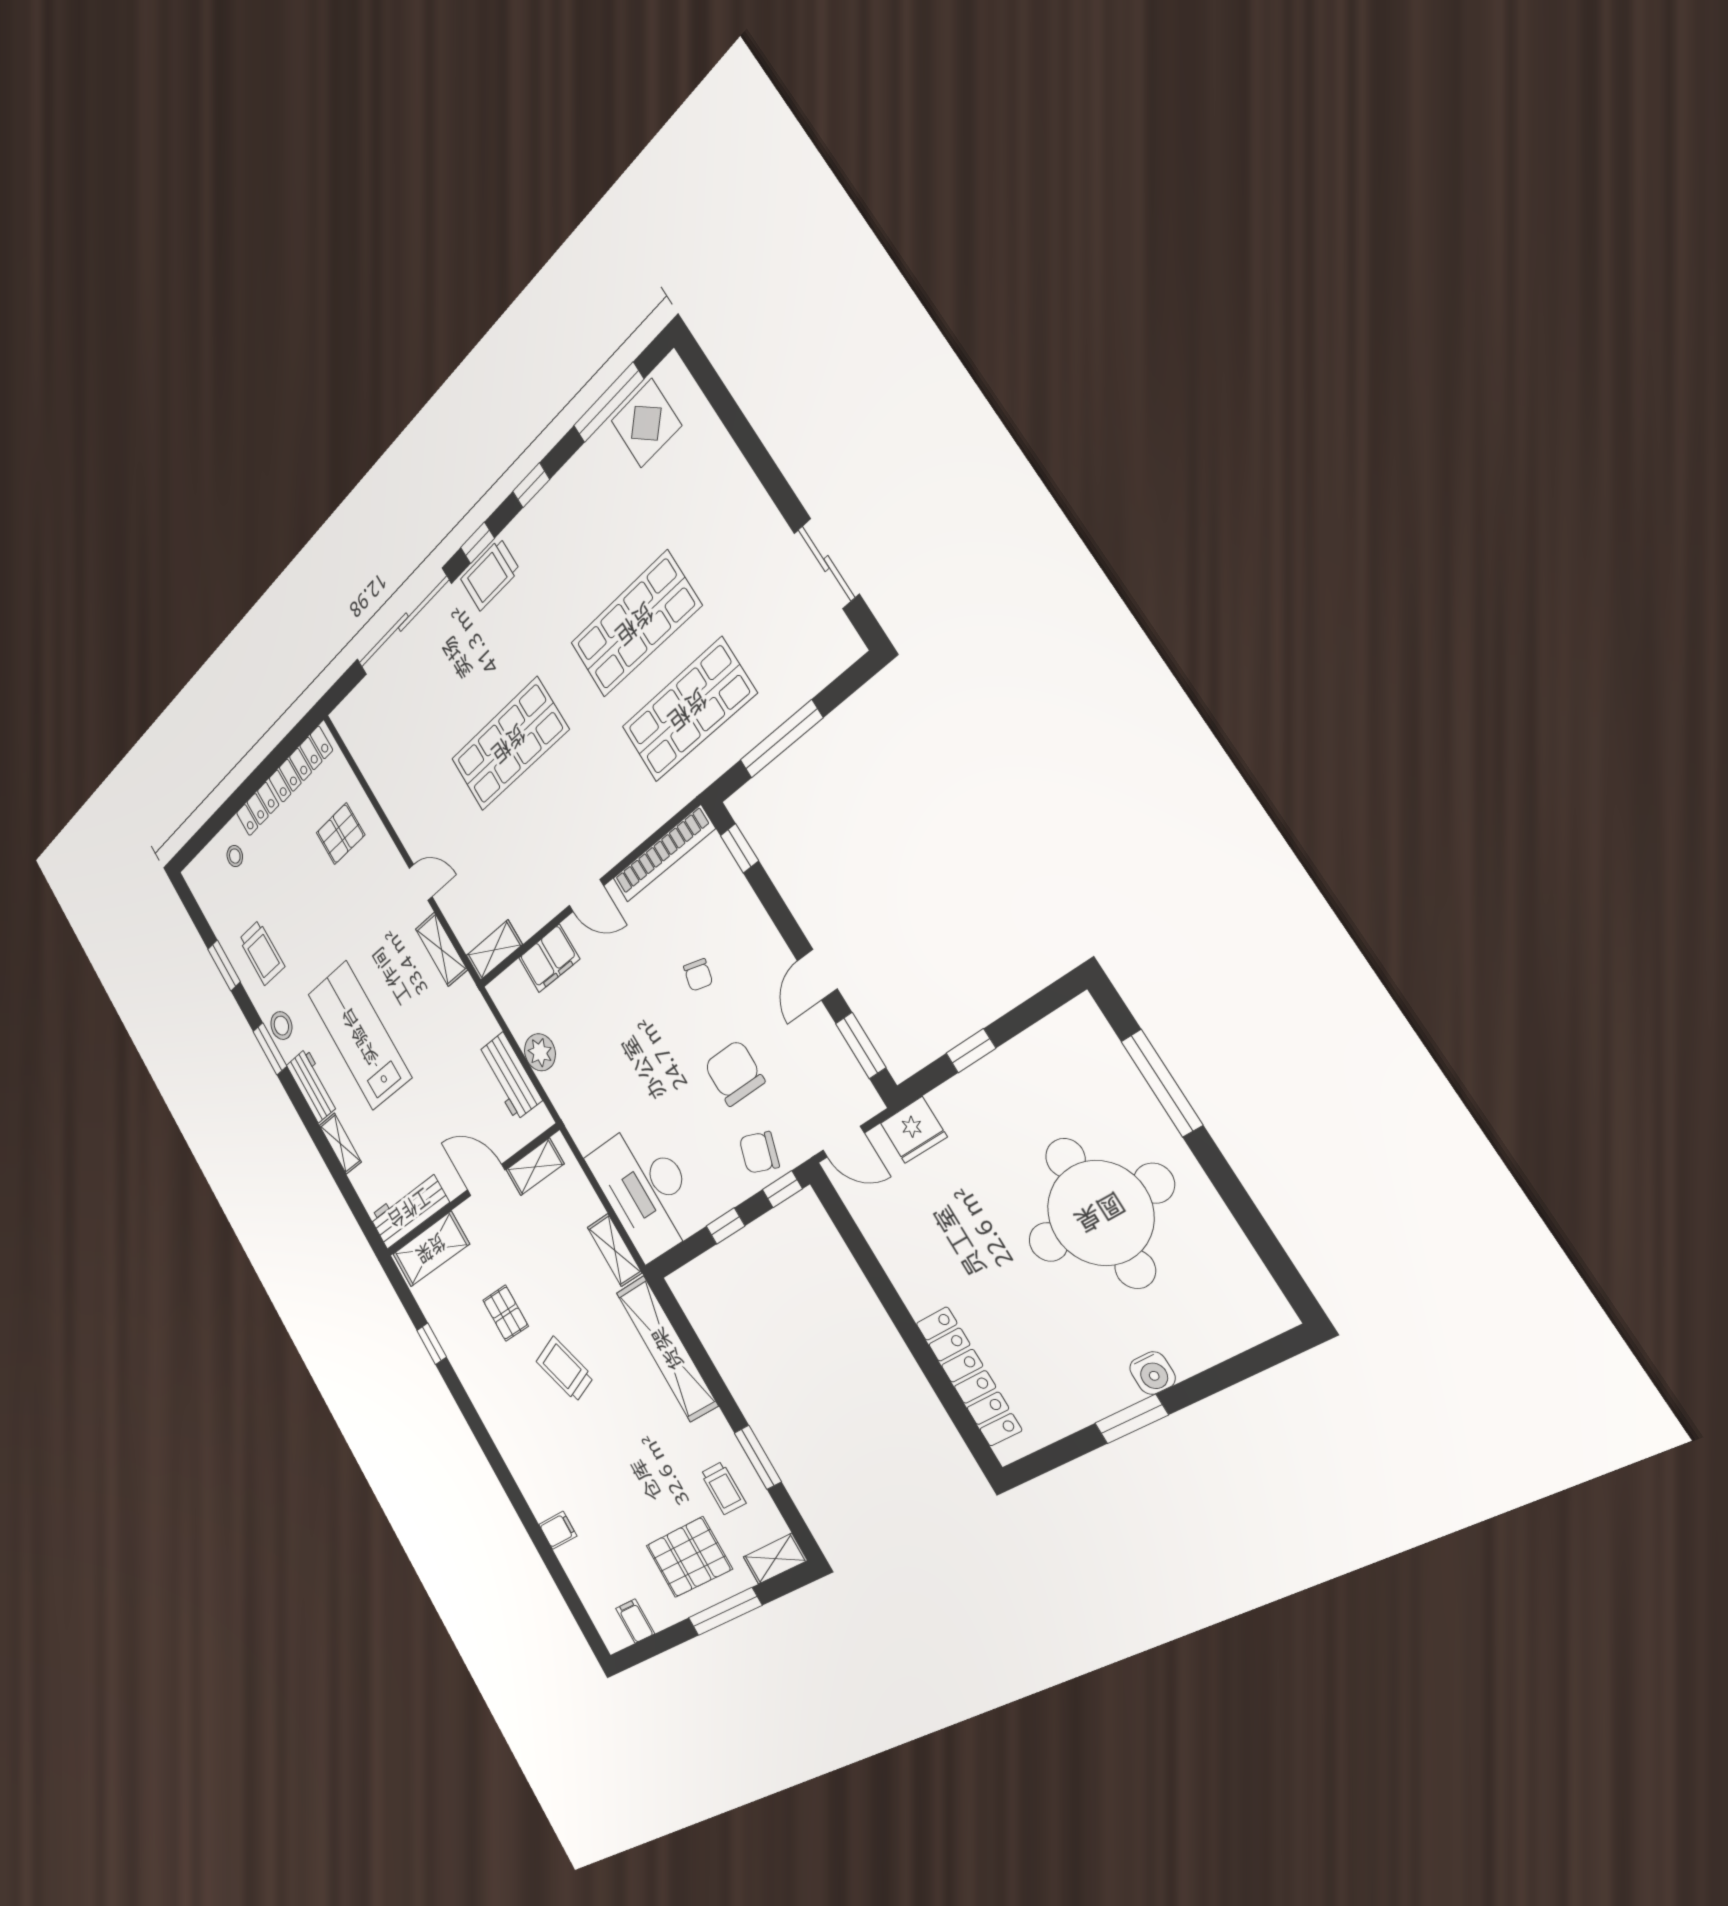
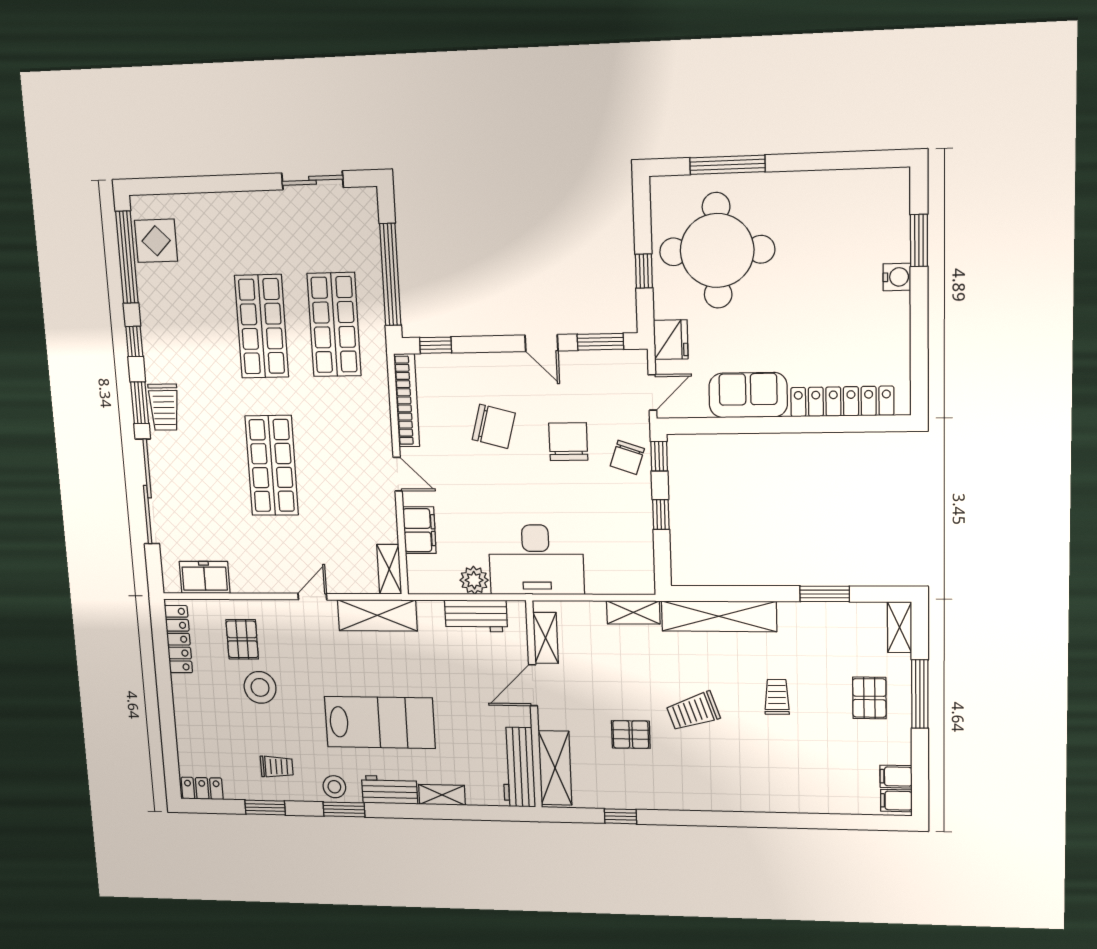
window: (609, 403) -> (127, 257), width x1.46
window: (477, 543) -> (140, 403), width x1.50
window: (781, 739) -> (390, 274), width x1.46
freezer: (368, 750) -> (205, 577), added
locker: (258, 809) -> (202, 788), moved, turned -90
stool: (235, 856) -> (260, 687), moved, width x1.89, depth x1.89
door: (586, 896) -> (398, 474), hinge flipped
shelving: (441, 949) -> (377, 615), width x1.50, depth x1.33
trolley: (262, 953) -> (277, 767), width x0.73, depth x0.72
chair: (698, 975) -> (494, 426), width x1.87, depth x1.87
lab bench: (359, 1036) -> (380, 722), turned 180
chair: (734, 1073) -> (568, 442), turned 90
desk: (646, 1190) -> (536, 560), moved
round table: (1100, 1213) -> (717, 251), moved
sofa: (909, 1259) -> (748, 395), added
window: (1131, 1419) -> (919, 240), moved
trolley: (723, 1488) -> (777, 697), moved, turned -90
filing cabinet: (558, 1530) -> (896, 801), moved, turned -90
pallet: (689, 1557) -> (869, 698), width x0.67, depth x0.71

